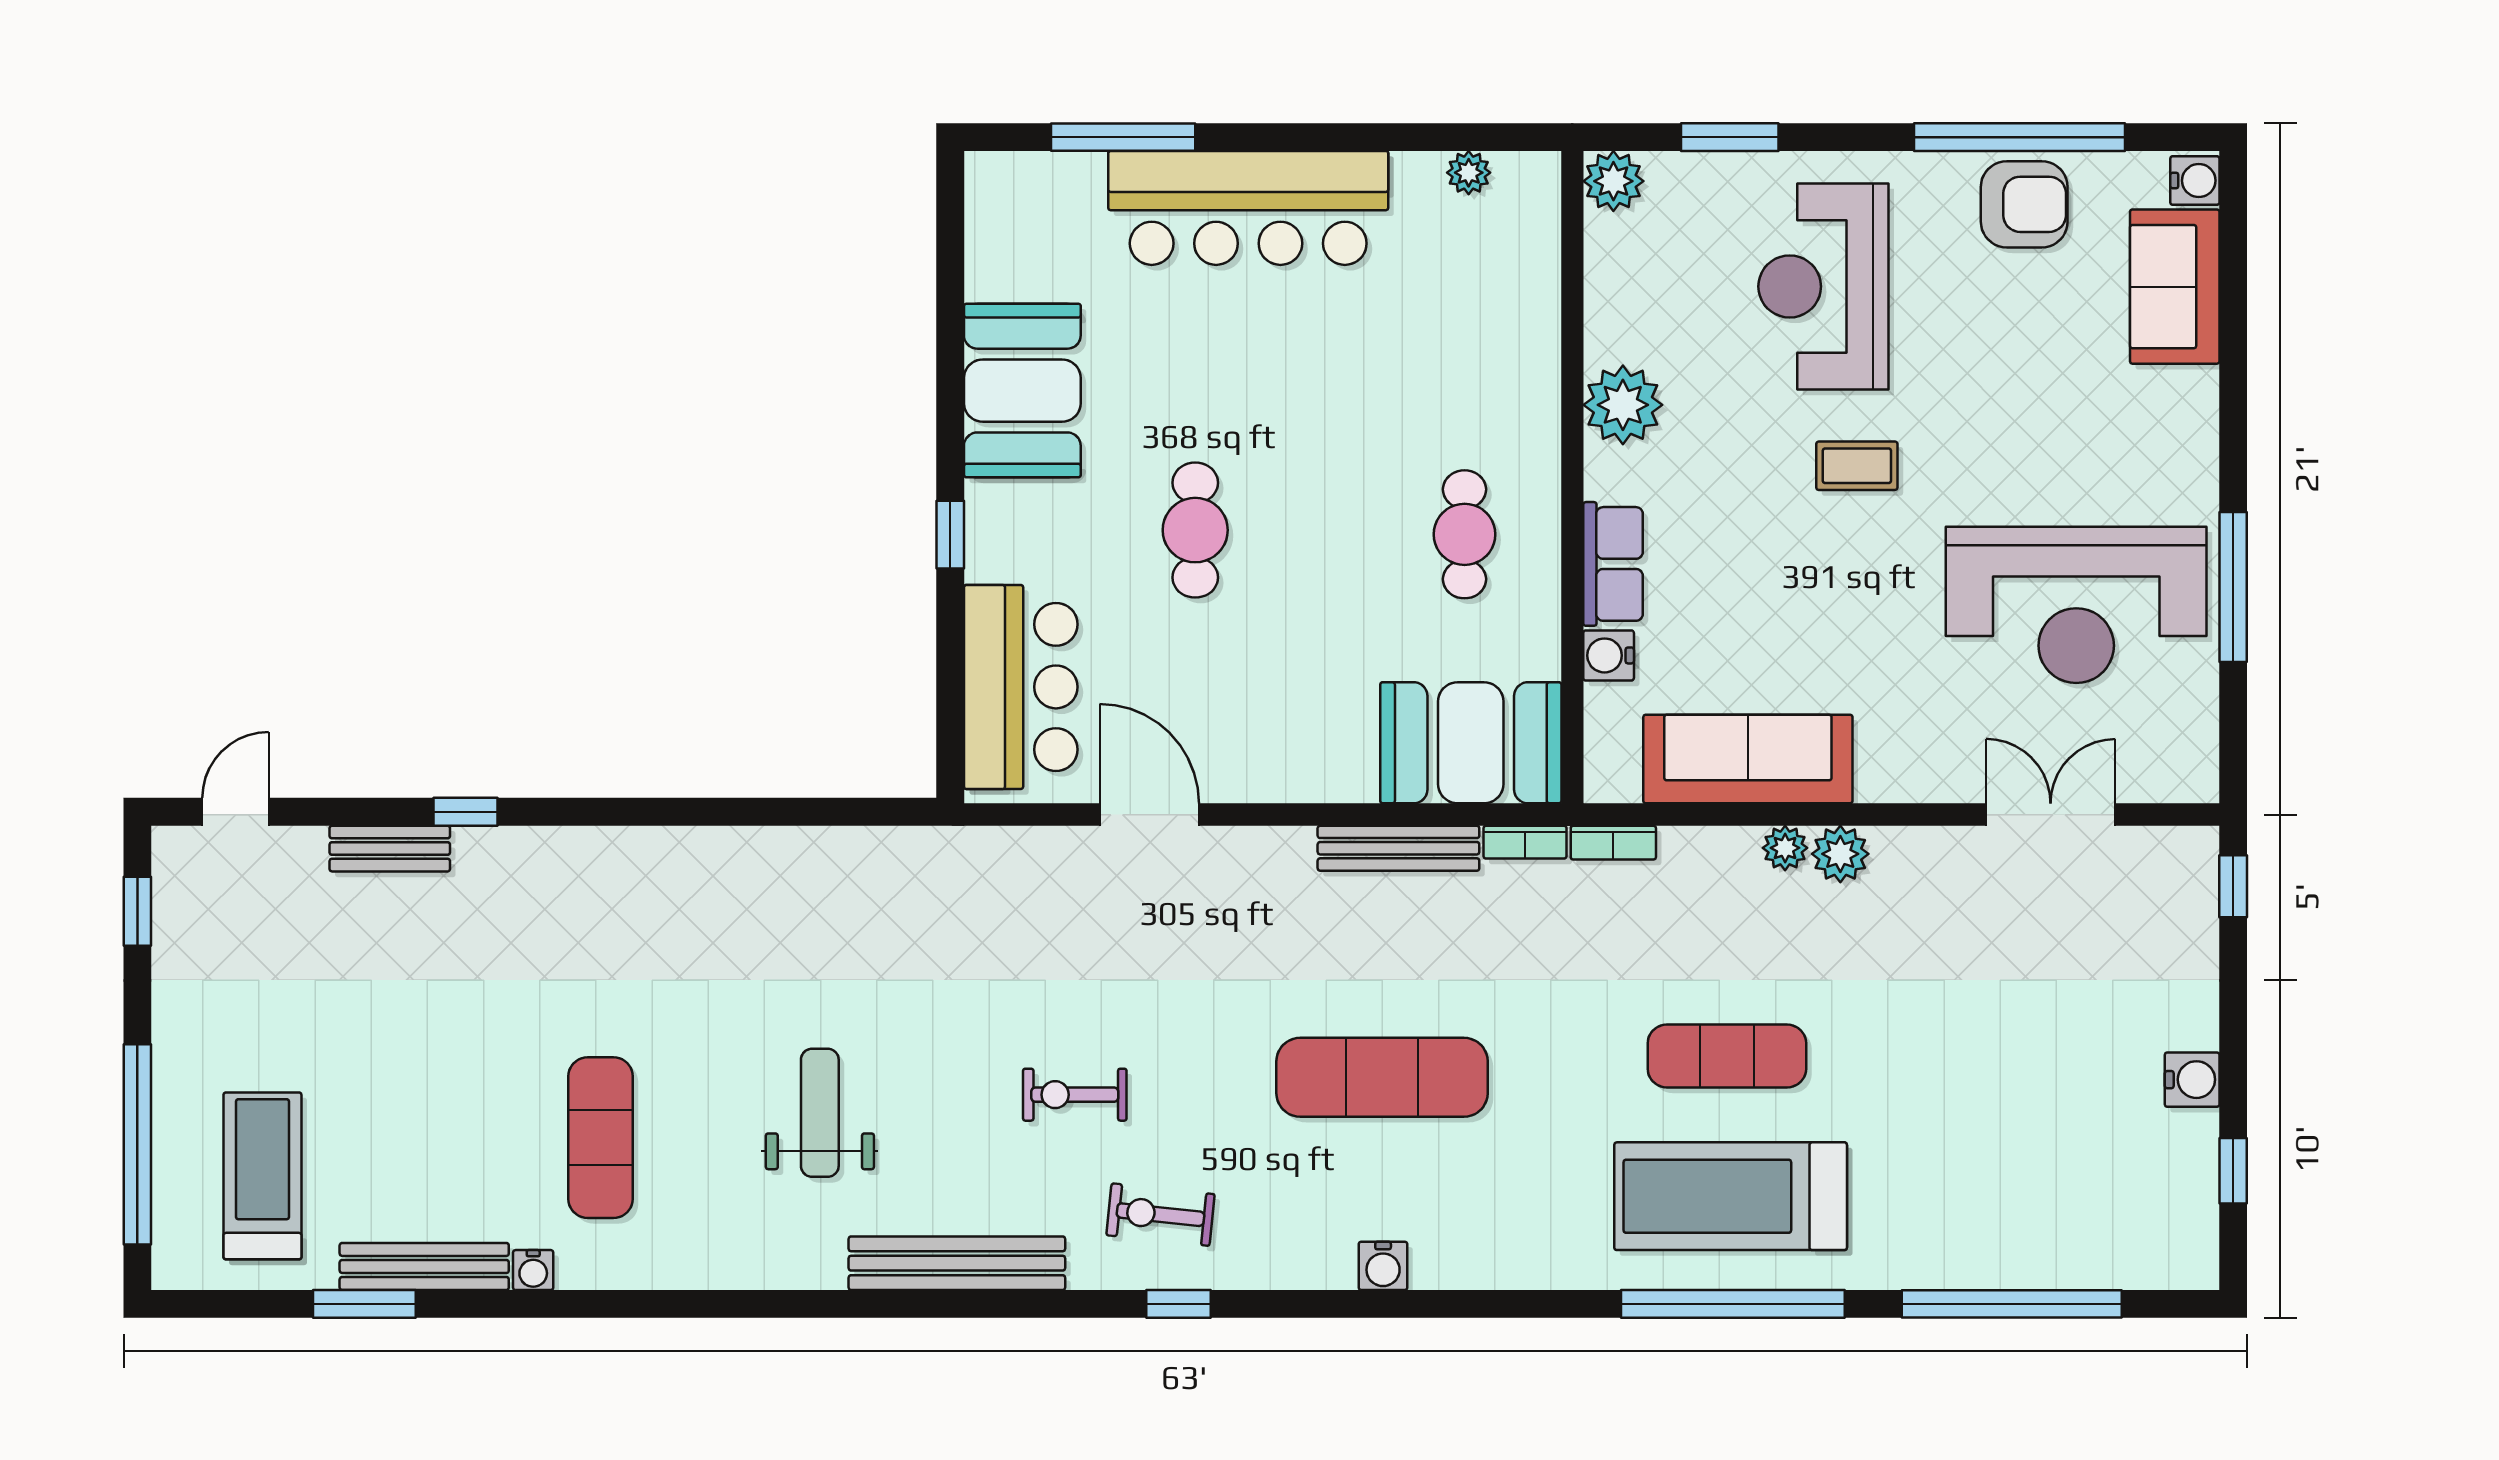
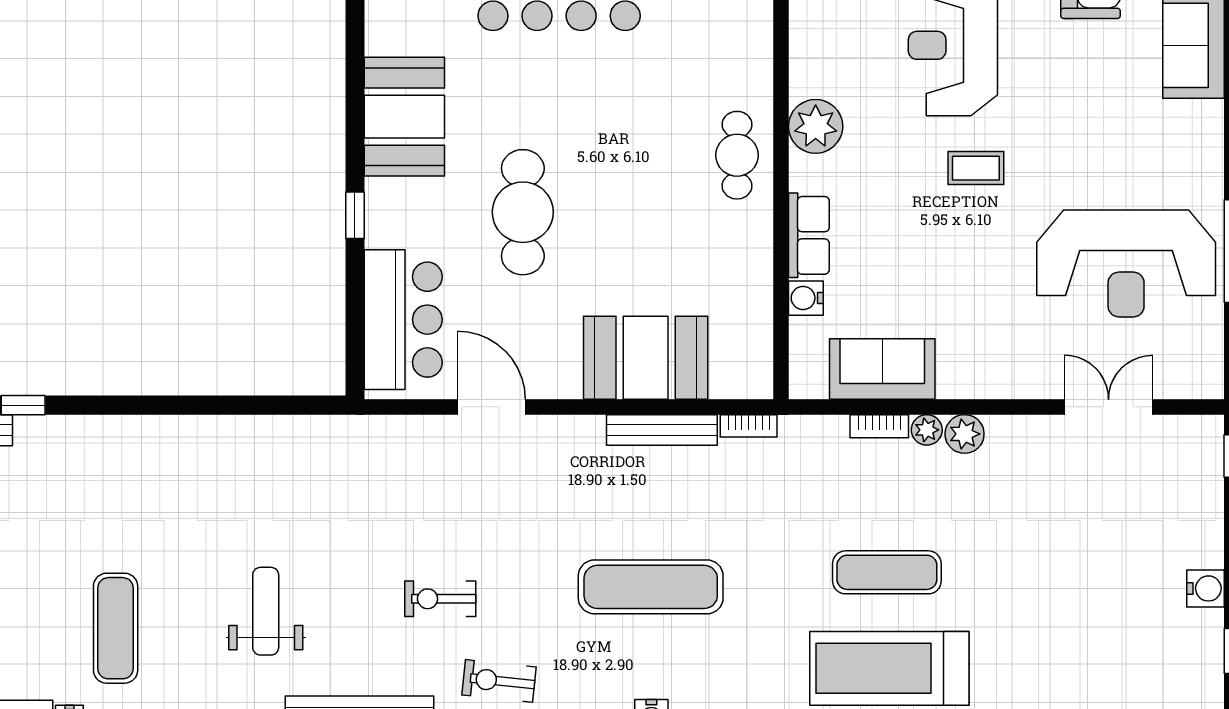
cafe table: (1195, 530) -> (523, 212), width x1.37, depth x1.35
cafe table: (1465, 534) -> (737, 155), moved
booth: (1471, 743) -> (646, 358), moved
sofa: (1748, 759) -> (882, 369), width x0.73
bookcase: (1613, 843) -> (879, 426), moved

